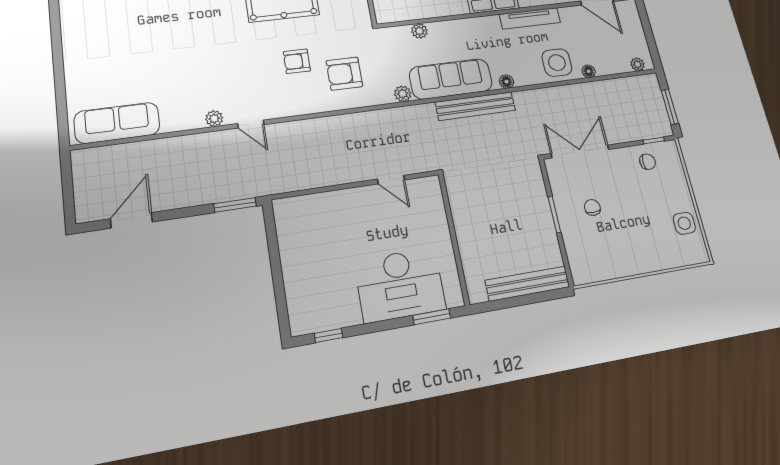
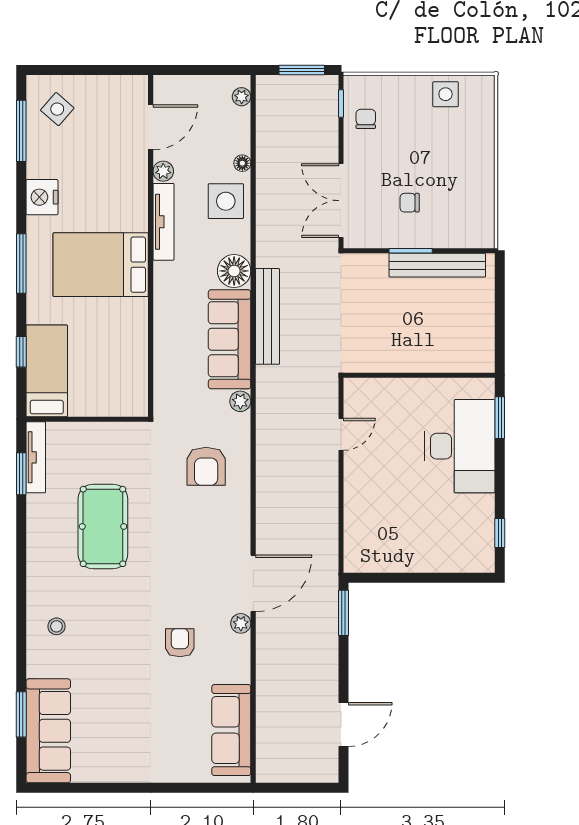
plant: (419, 31) -> (163, 171), moved
armchair: (297, 61) -> (180, 643), moved, turned 180
floor lamp: (506, 82) -> (234, 271), width x1.89, depth x1.89
door: (251, 124) -> (253, 583), width x1.87
door: (131, 220) -> (343, 725), swing flipped
bench: (528, 284) -> (437, 265), moved, turned 90

